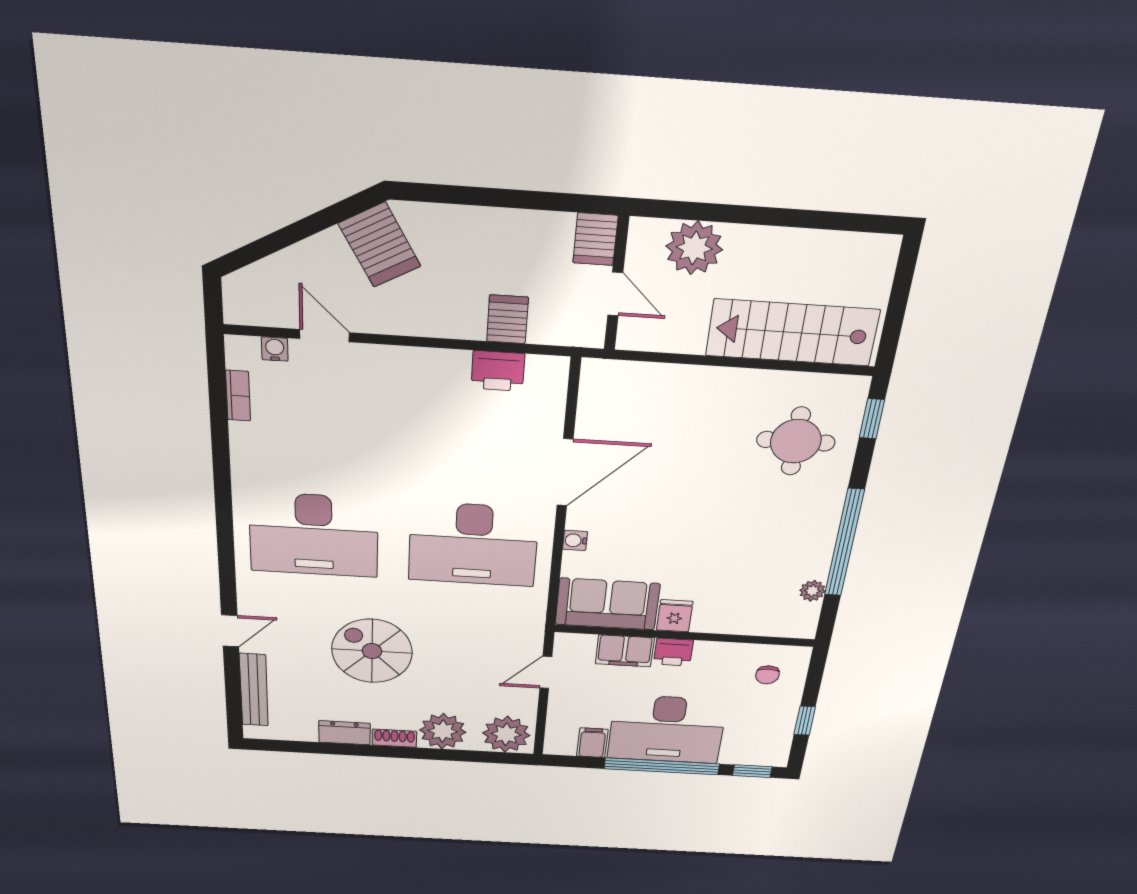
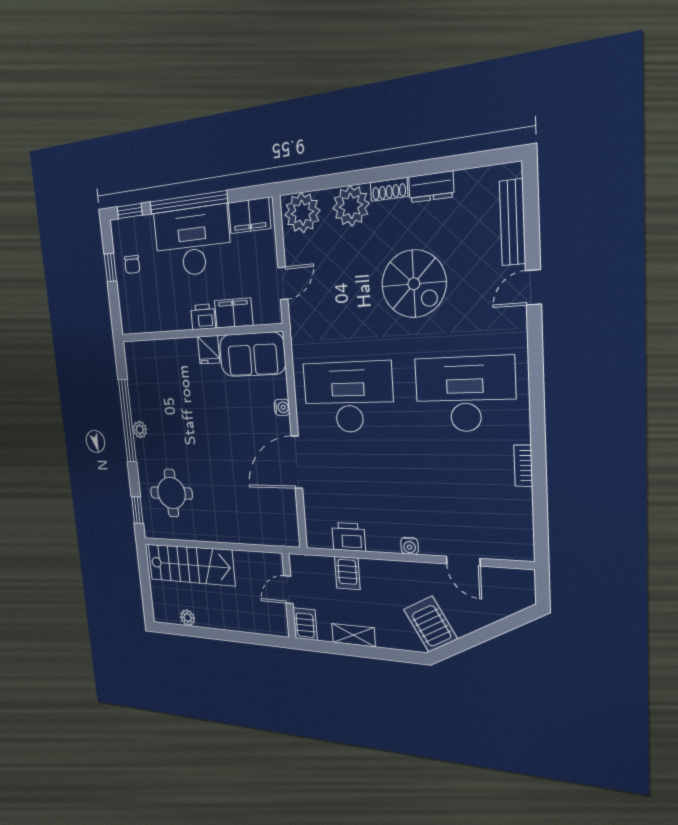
shelving: (511, 224) -> (353, 635), added
plant: (694, 248) -> (188, 618), moved, width x0.53, depth x0.53
door: (615, 294) -> (288, 590), hinge flipped
water cooler: (275, 349) -> (409, 546), moved
bookcase: (238, 396) -> (523, 466), moved
plant: (812, 591) -> (140, 430), moved
chair: (767, 675) -> (132, 264), moved, turned 180
filing cabinet: (592, 743) -> (249, 216), width x2.00

